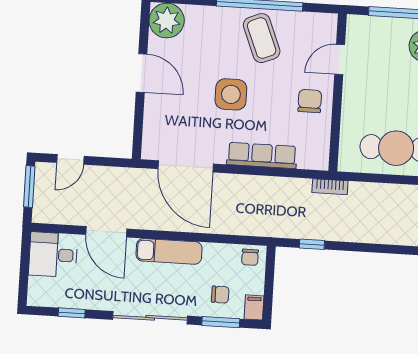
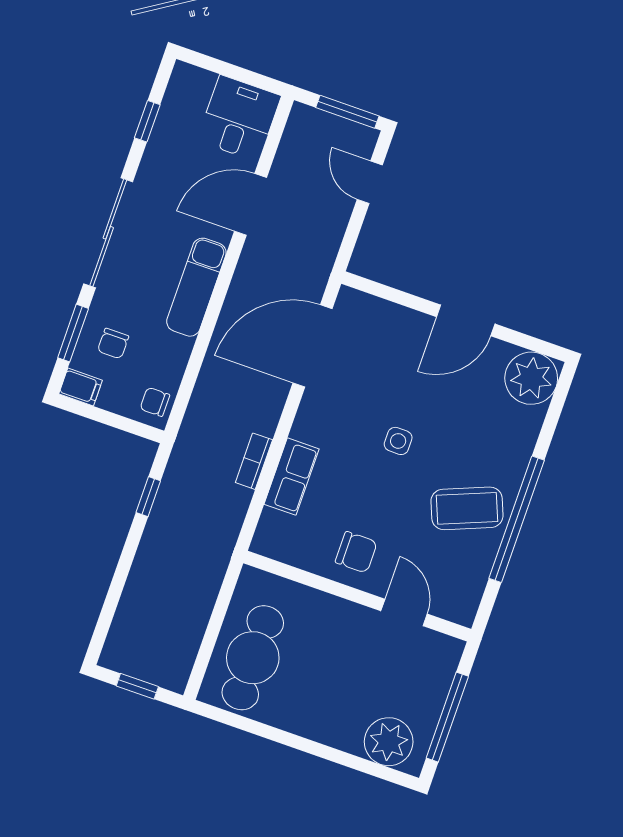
side table: (231, 94) -> (398, 441), width x0.54, depth x0.54
row of seats: (262, 155) -> (292, 477), width x0.68
bookcase: (330, 187) -> (254, 461), moved

